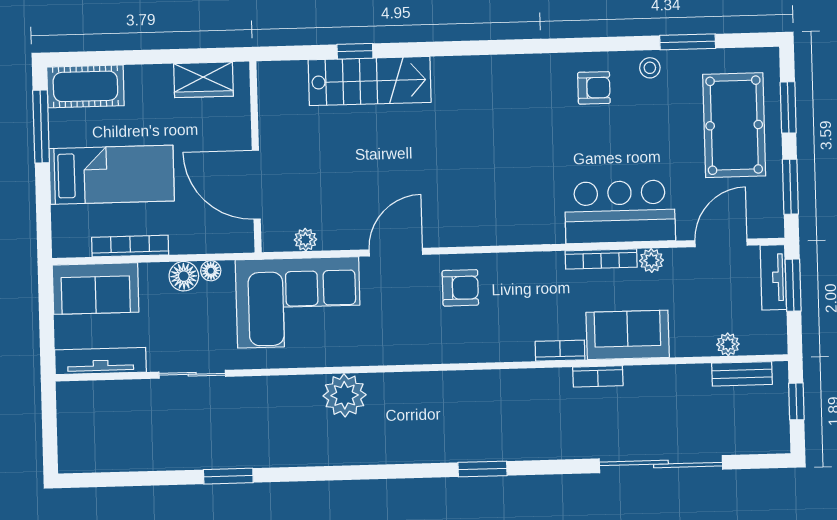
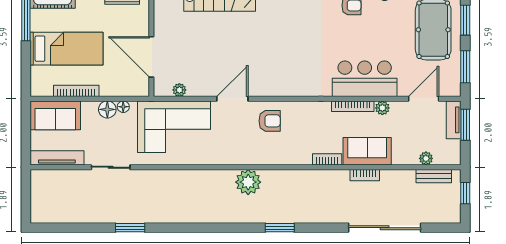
bookcase: (598, 376) -> (365, 175), moved
plant: (345, 395) -> (248, 182), moved

